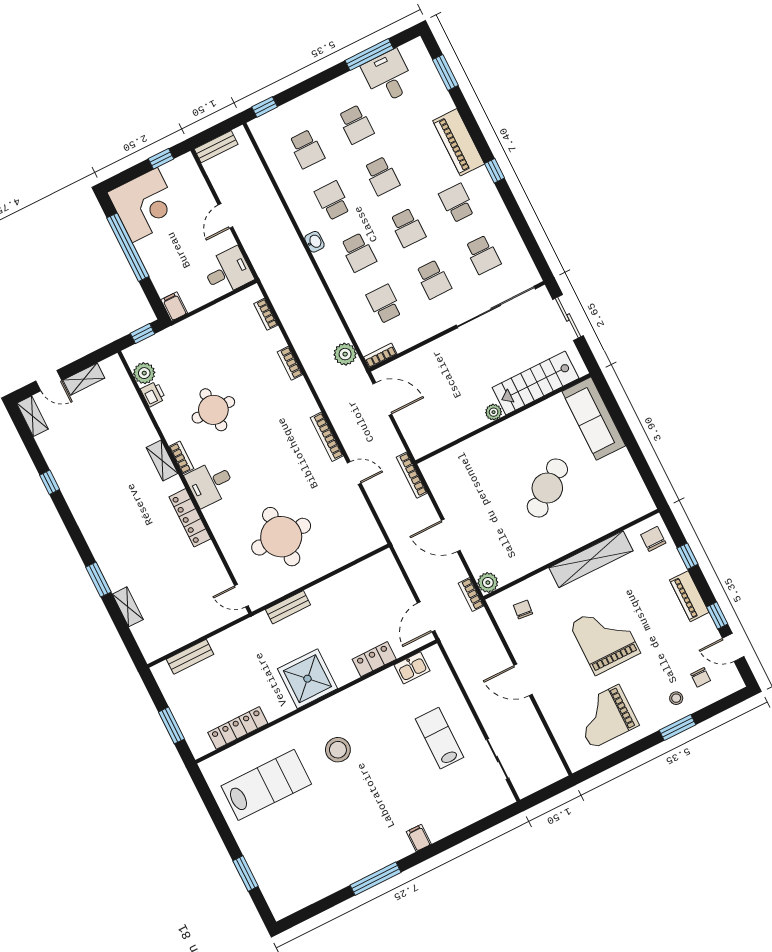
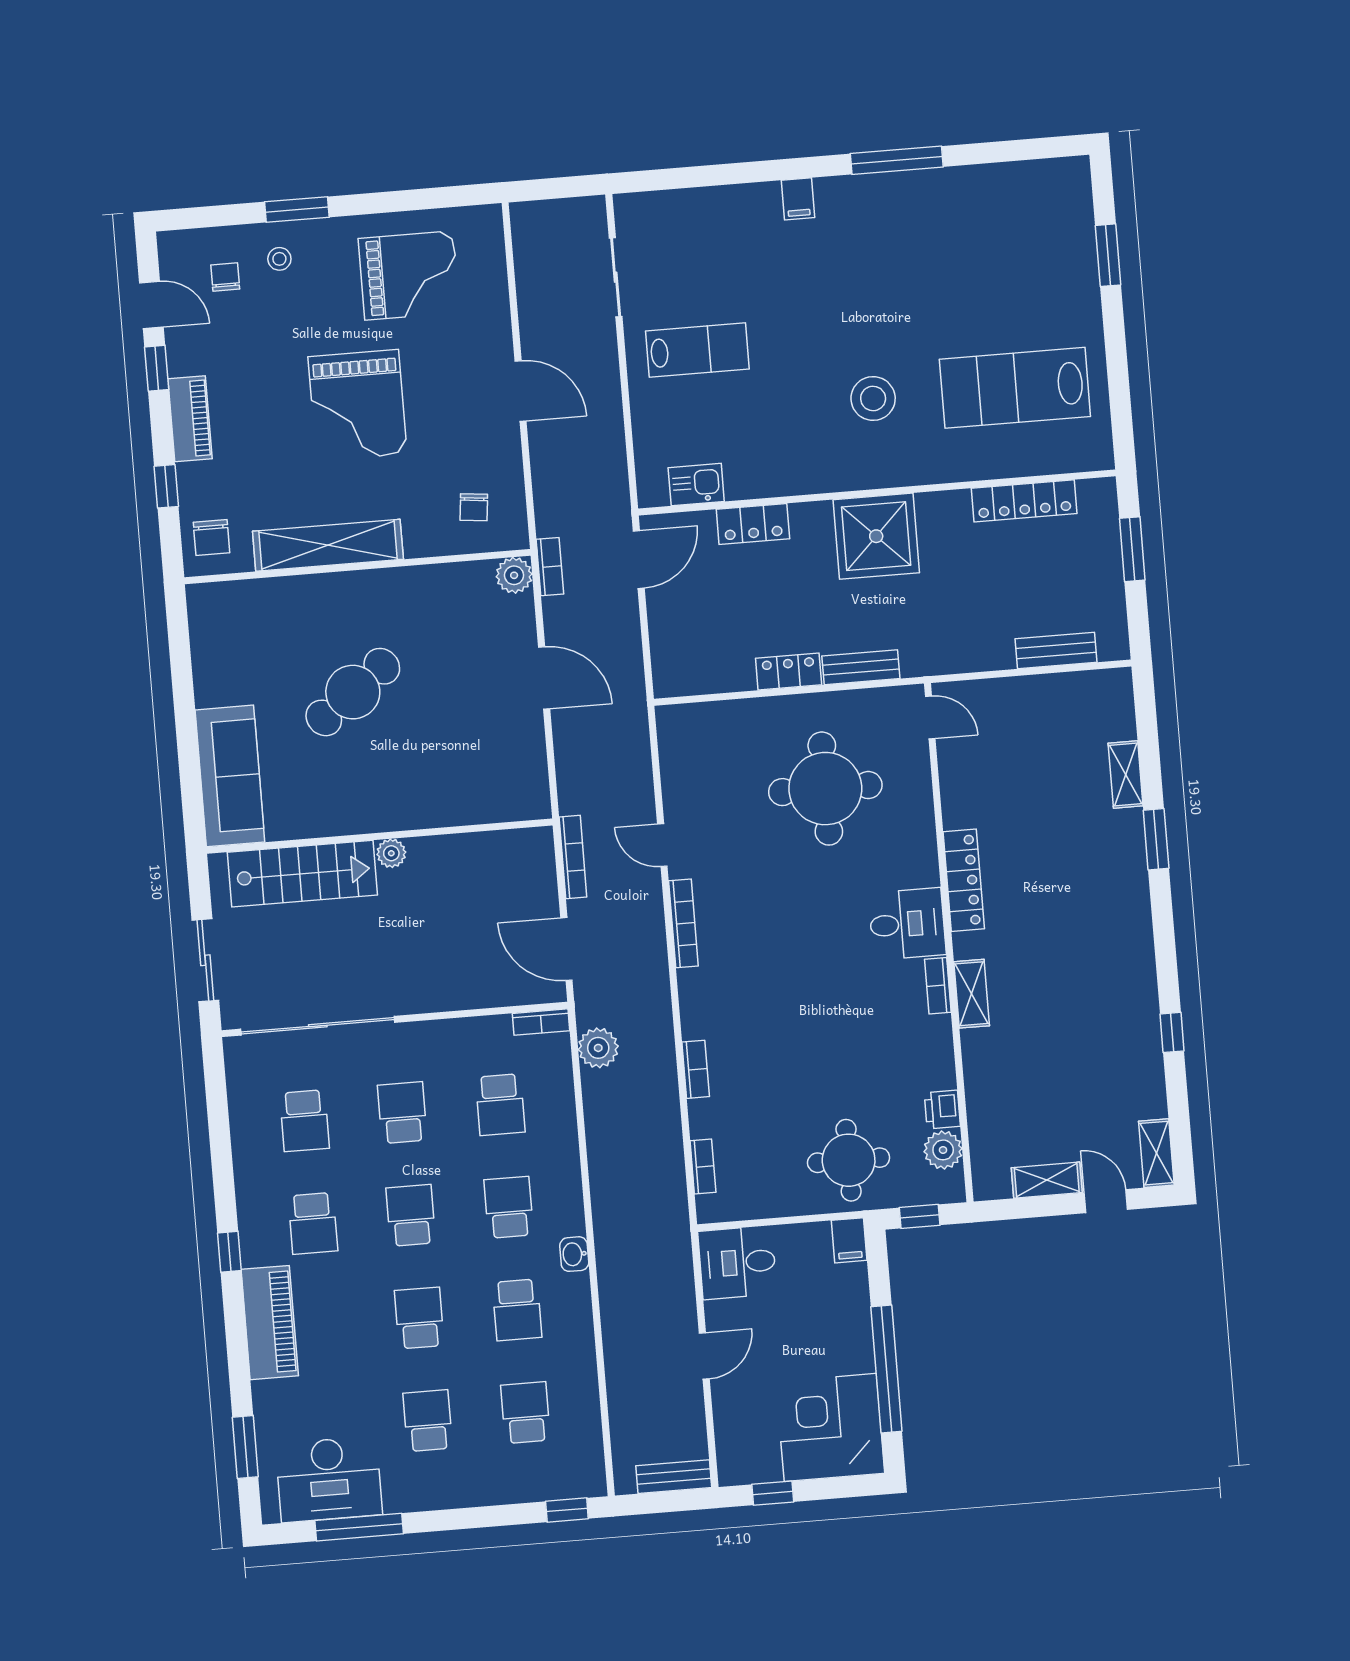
desk: (388, 77) -> (329, 1479), width x1.37
school desk: (483, 255) -> (304, 1121), turned 180
round table: (213, 410) -> (849, 1160), moved
bookcase: (412, 475) -> (573, 857), moved
locker: (325, 590) -> (789, 672), added
lab bench: (440, 738) -> (697, 350), turned -90

